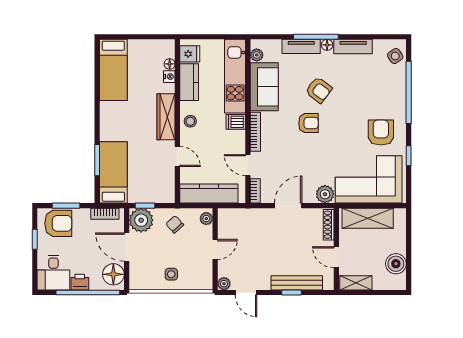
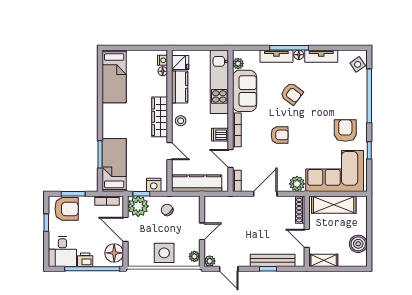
nightstand: (169, 77) -> (162, 60), moved
dishwasher: (236, 122) -> (220, 135), moved
armchair: (308, 123) -> (280, 135), moved
nightstand: (159, 195) -> (154, 185), added
plant: (206, 219) -> (194, 256), moved
side table: (171, 274) -> (164, 253), width x1.87, depth x1.87

